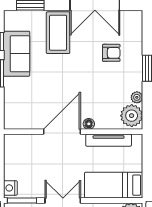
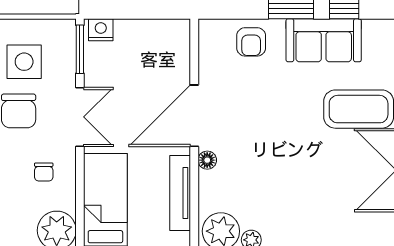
armchair: (111, 53) -> (251, 42), moved
door: (62, 132) -> (194, 116), swing flipped

